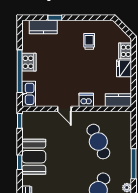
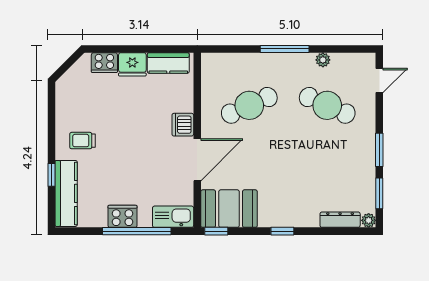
kitchen counter: (43, 27) -> (66, 193), width x1.50
trolley: (89, 41) -> (83, 141), moved
kitchen counter: (118, 100) -> (168, 63), moved, turned -90
door: (64, 109) -> (197, 160), width x1.87
booth: (34, 157) -> (229, 209), moved

